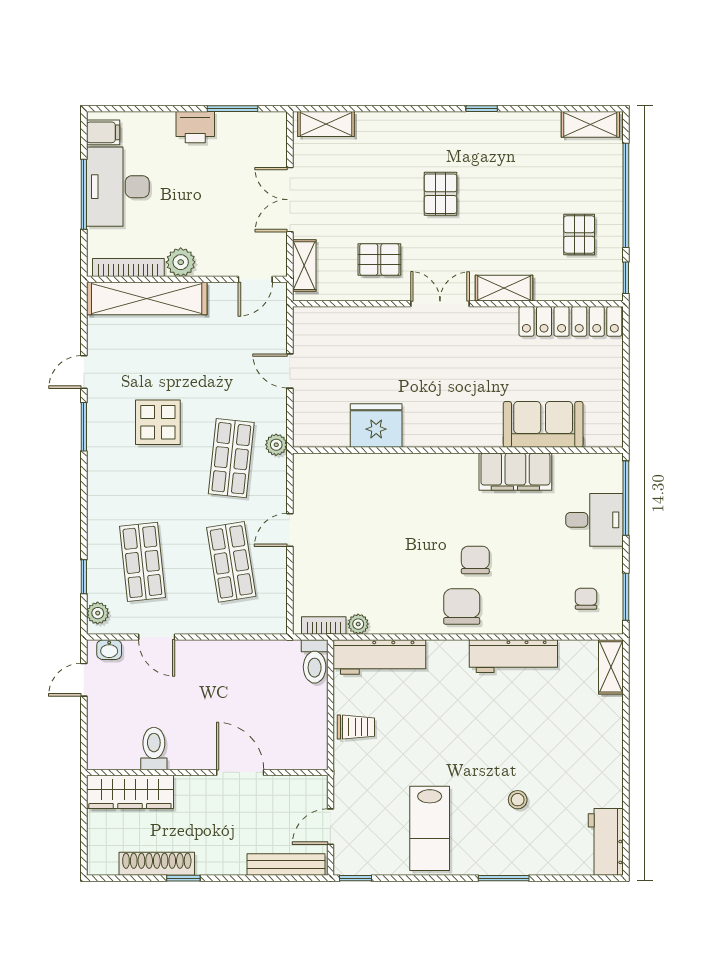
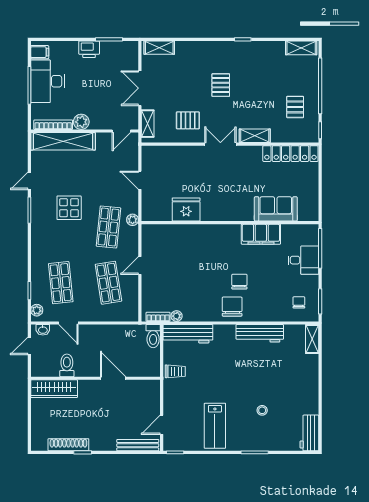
toilet: (154, 749) -> (67, 365), moved
wall: (207, 772) -> (95, 378), moved
door: (240, 772) -> (113, 378), moved
wardrobe: (130, 792) -> (54, 389), moved

